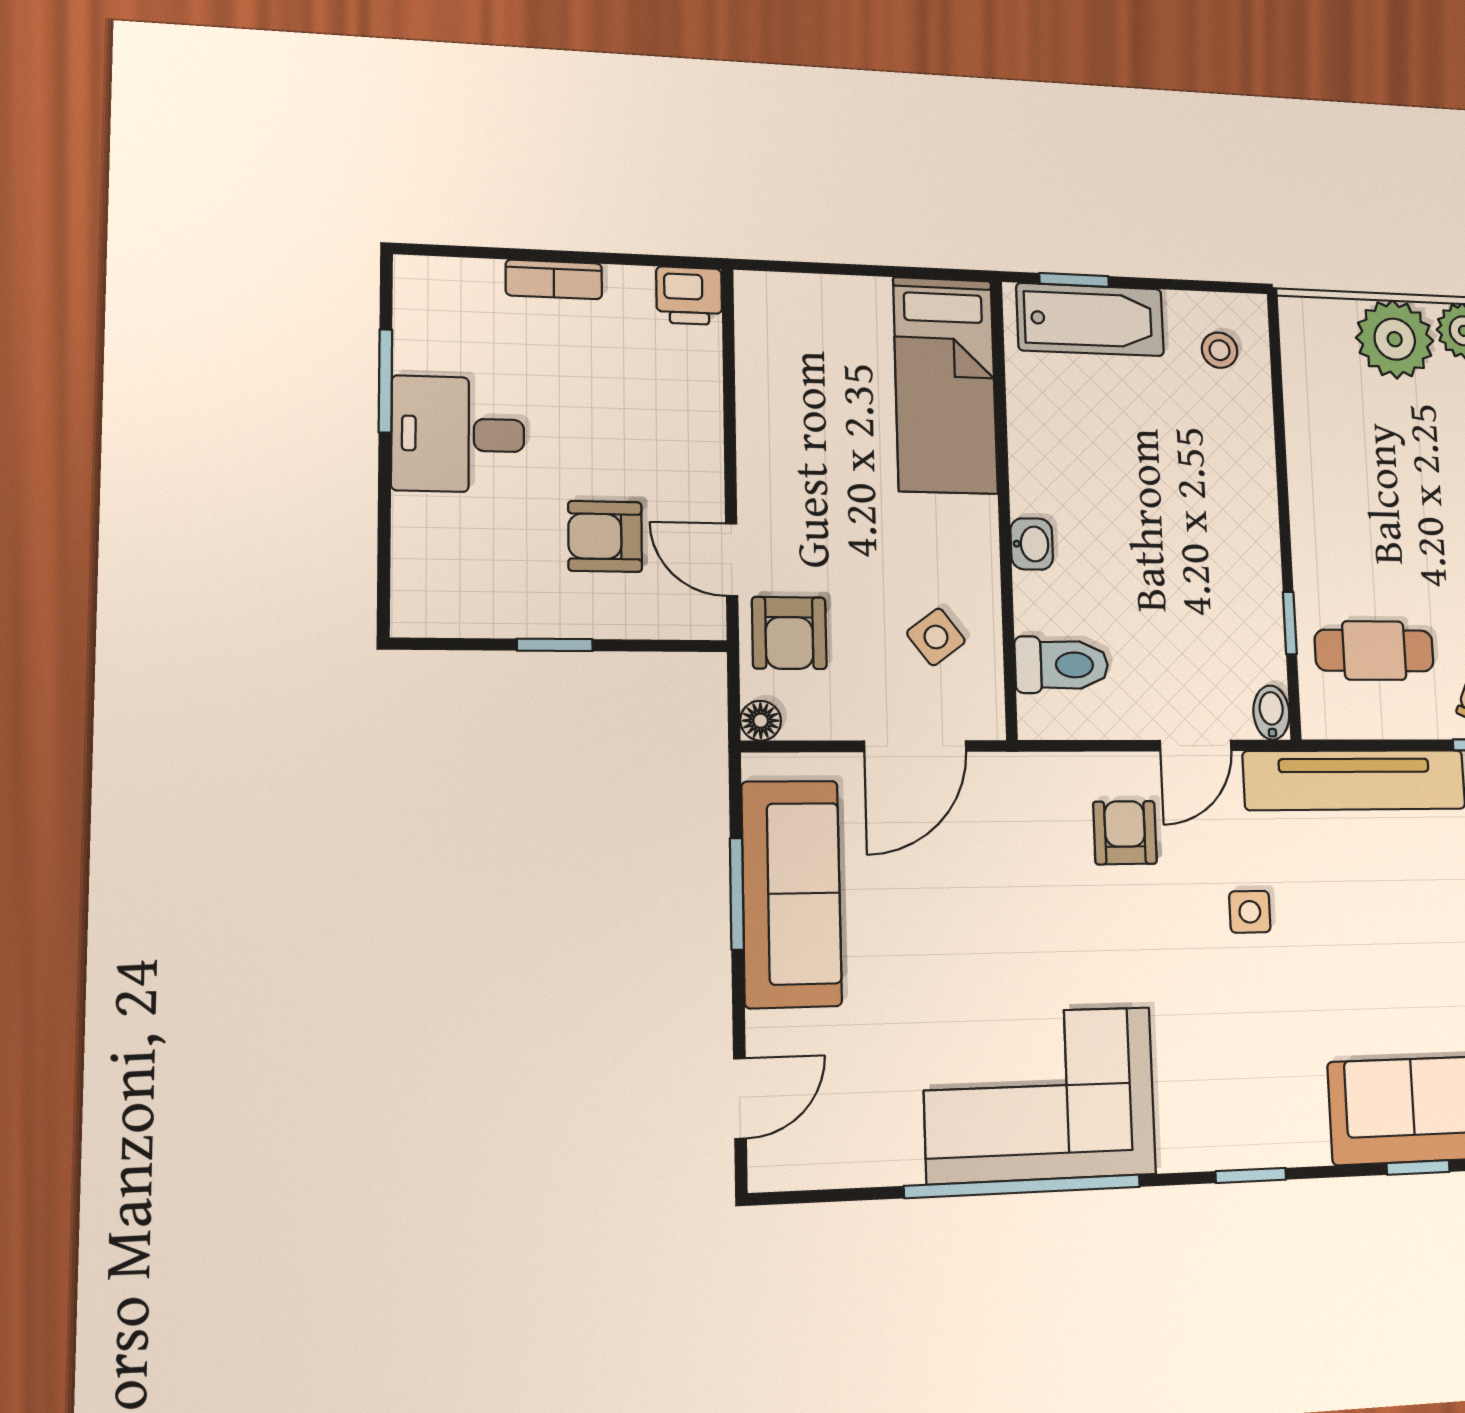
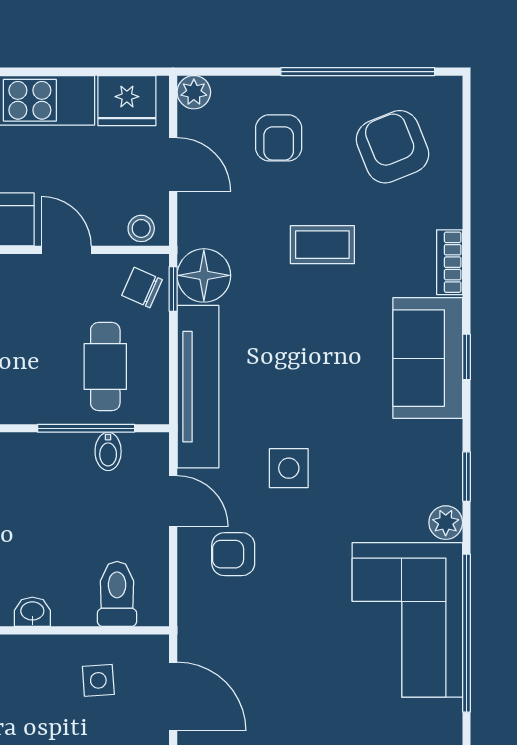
window: (1290, 623) -> (86, 428), width x2.17
side table: (936, 637) -> (98, 680), turned 33
bidet: (1271, 713) -> (108, 451), moved, turned -90
side table: (1250, 912) -> (289, 468), width x1.37, depth x1.37
plant: (1184, 1147) -> (446, 523), added

